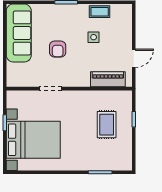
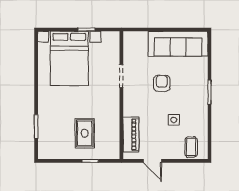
coffee table: (100, 12) -> (191, 147), moved
armchair: (58, 49) -> (162, 83), turned 90
rug: (107, 125) -> (85, 133), turned 90

